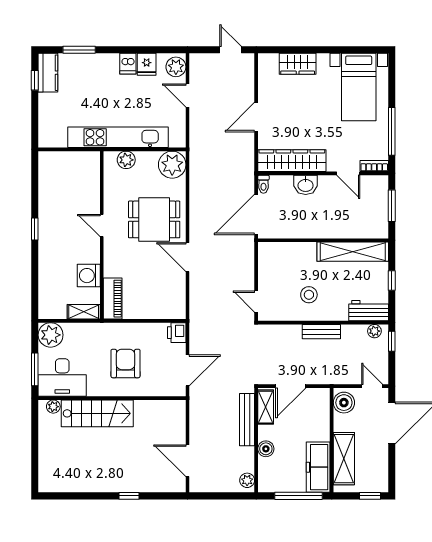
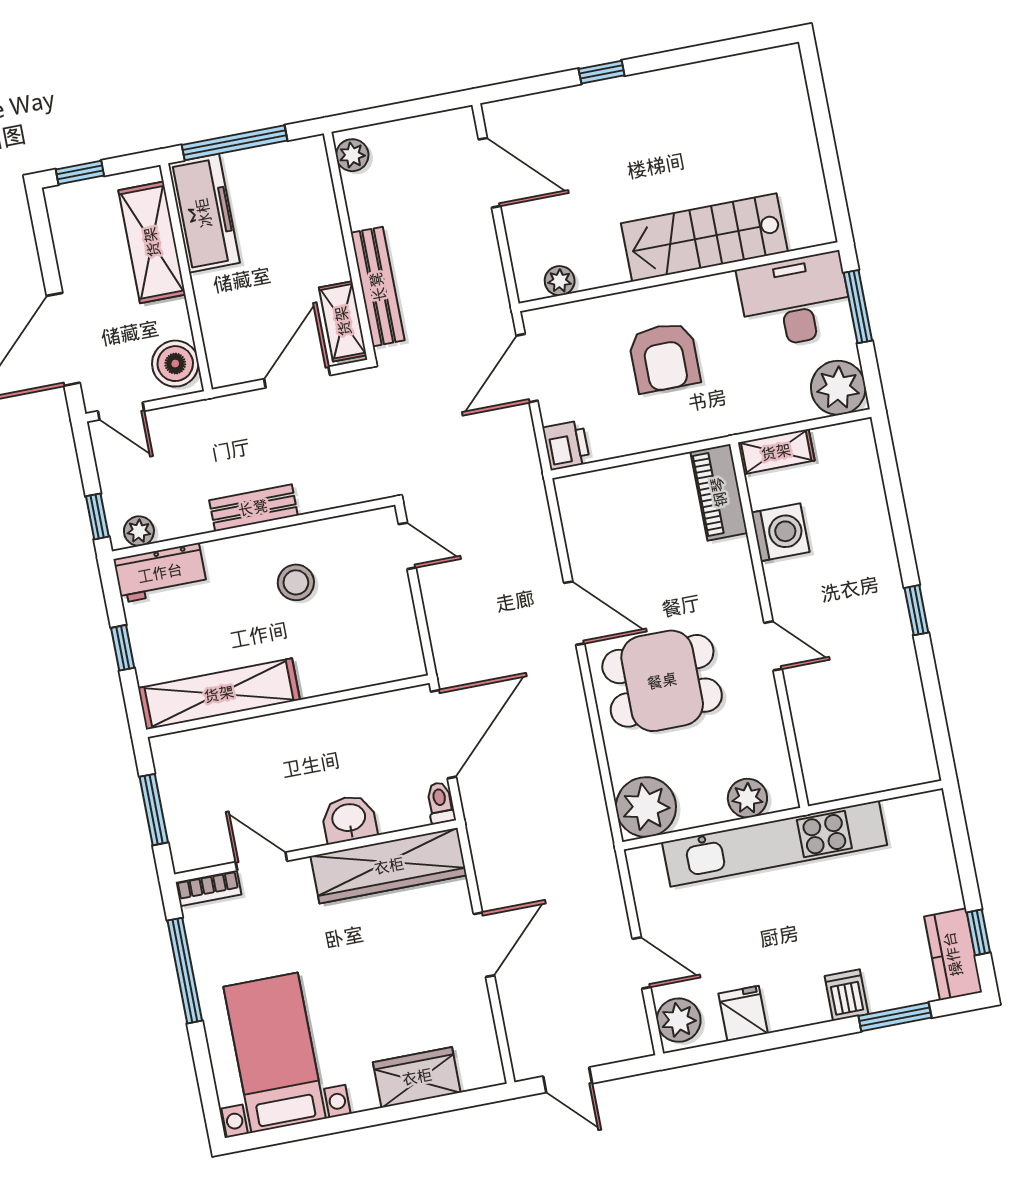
dishwasher: (128, 64) -> (846, 995), moved
plant: (53, 407) -> (560, 281), moved
boiler: (266, 449) -> (325, 231), removed

